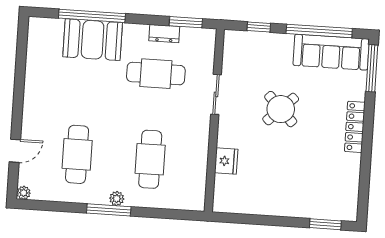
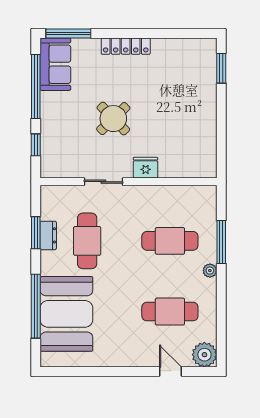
window: (186, 22) -> (36, 233), moved
booth: (93, 40) -> (66, 314), width x1.36, depth x1.42
sofa: (331, 52) -> (55, 64), width x0.73
fridge: (226, 161) -> (146, 168), moved
plant: (24, 193) -> (204, 355), width x1.88, depth x1.88
window: (109, 210) -> (221, 242), moved

